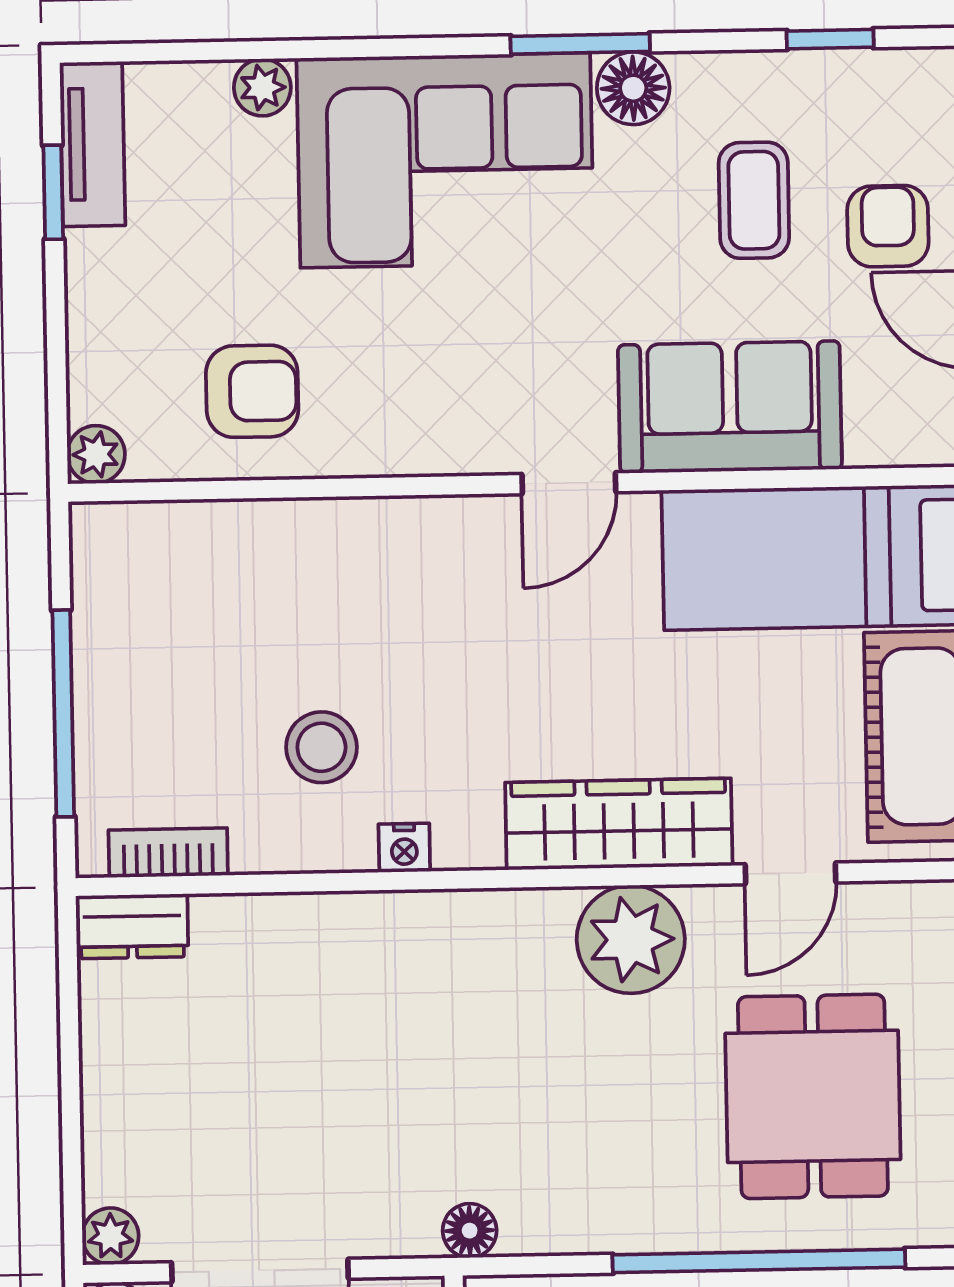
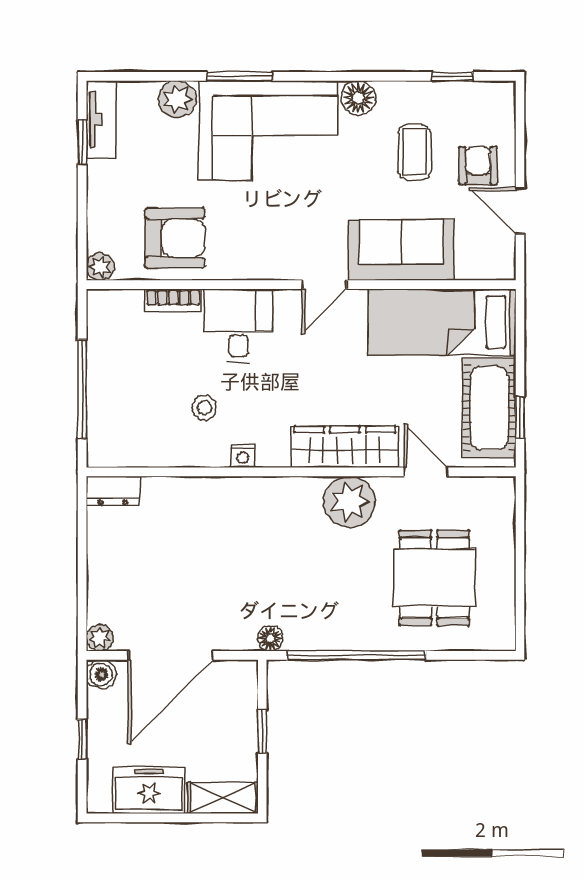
window: (580, 44) -> (239, 76), moved
plant: (262, 87) -> (177, 99), width x1.38, depth x1.38
armchair: (252, 391) -> (175, 238), width x1.38, depth x1.38
desk: (389, 573) -> (238, 326), added
stool: (321, 747) -> (204, 408), width x0.73, depth x0.73
bookcase: (168, 853) -> (173, 300), moved, turned 180
door: (790, 873) -> (426, 472), swing flipped
window: (759, 1261) -> (357, 655), moved

